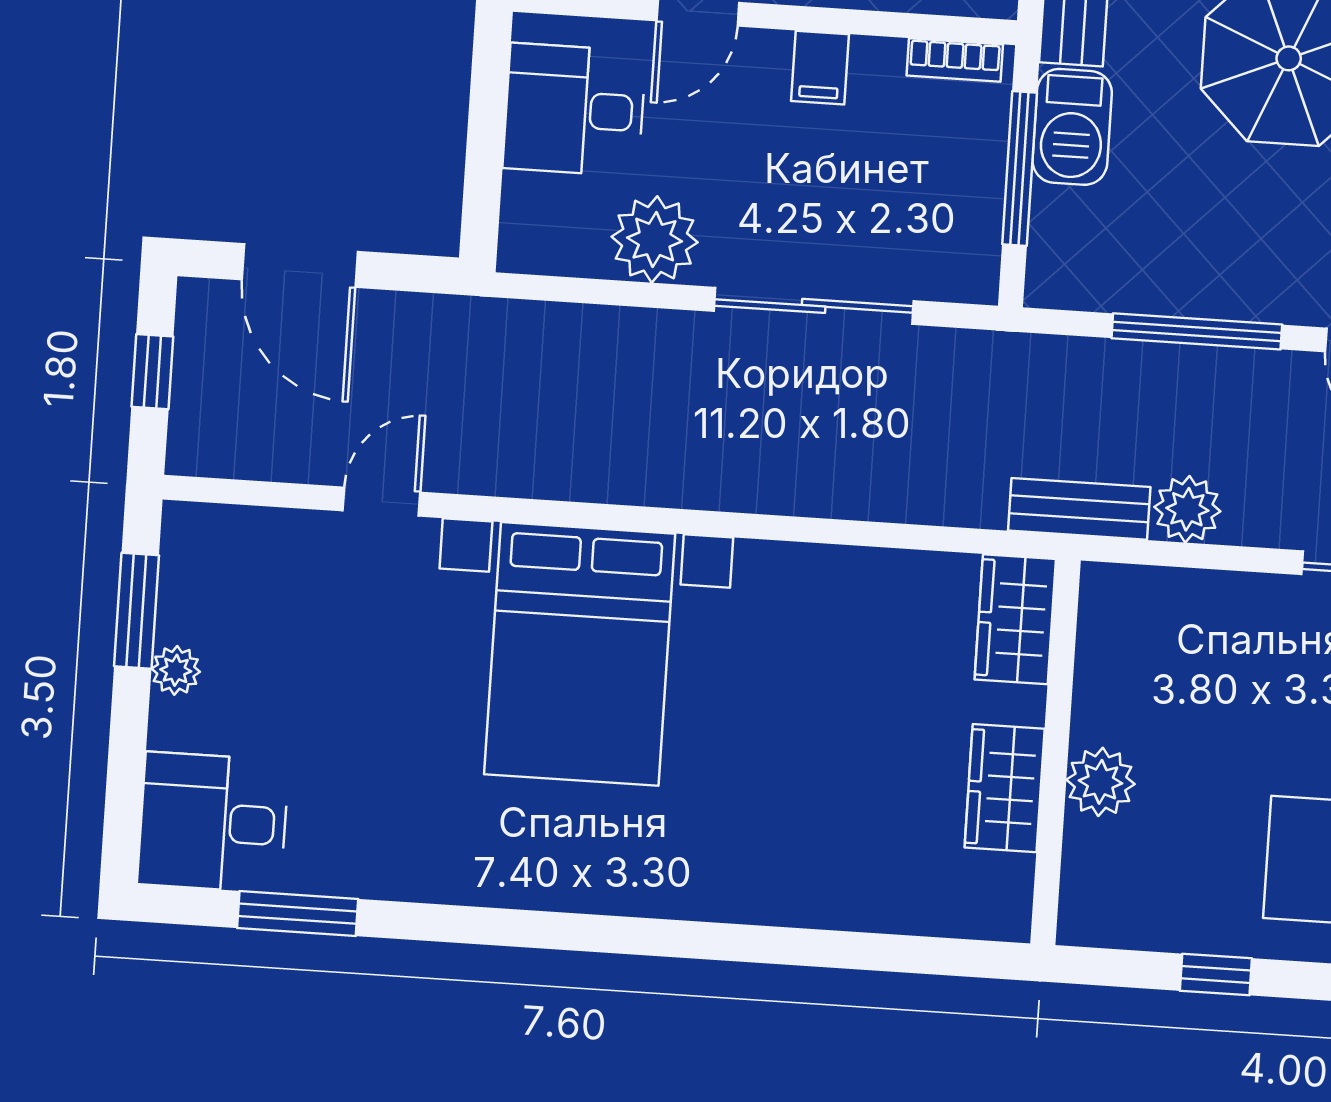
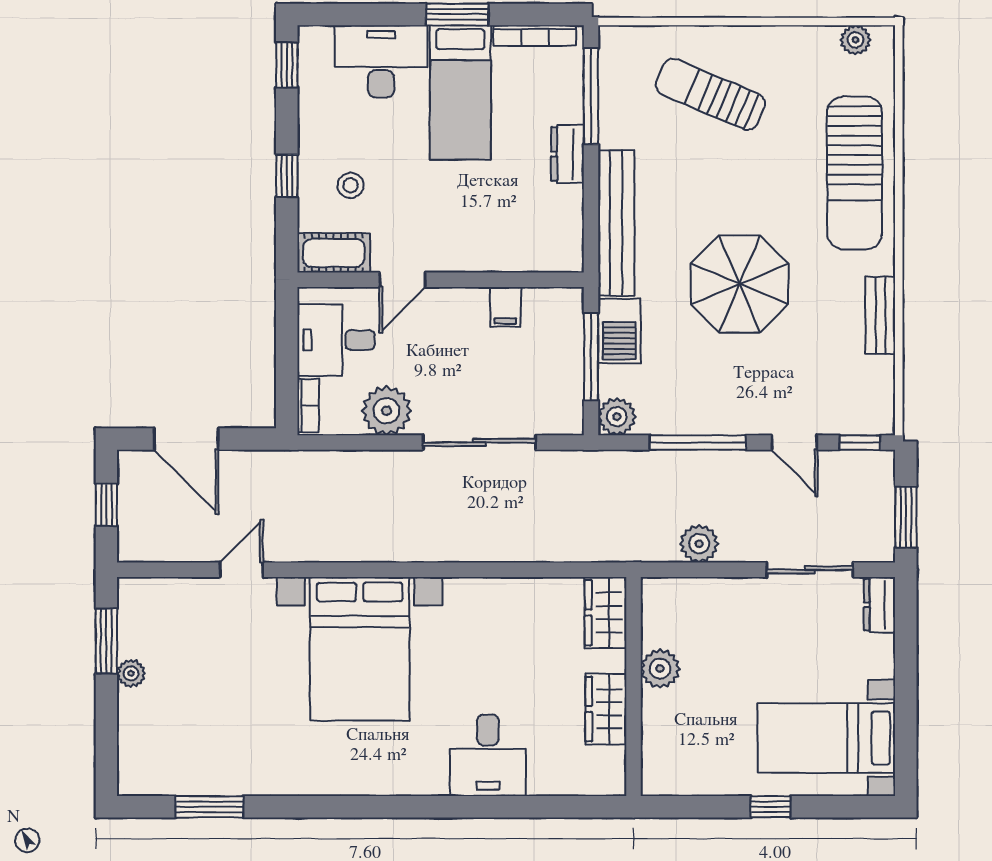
bookcase: (955, 60) -> (308, 405), moved, turned -90
filing cabinet: (820, 68) -> (505, 307), moved
plant: (1058, 277) -> (617, 417), added
bench: (1079, 509) -> (638, 548), removed
plant: (1100, 782) -> (660, 669), moved
desk: (213, 822) -> (488, 755), moved, turned -90
window: (1216, 975) -> (771, 807), moved

